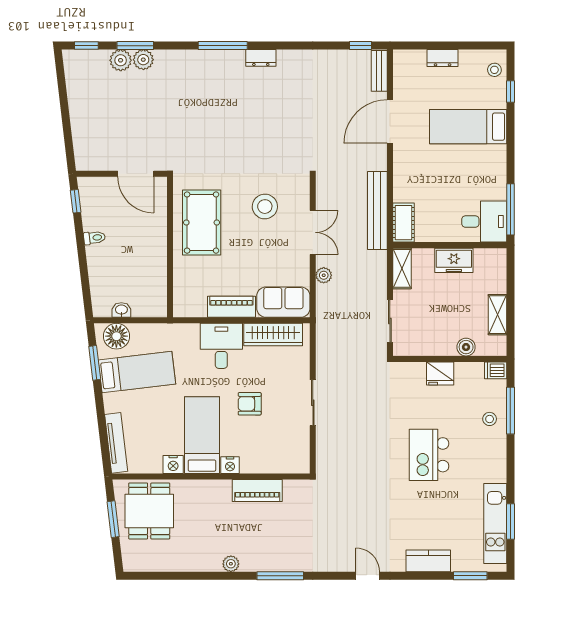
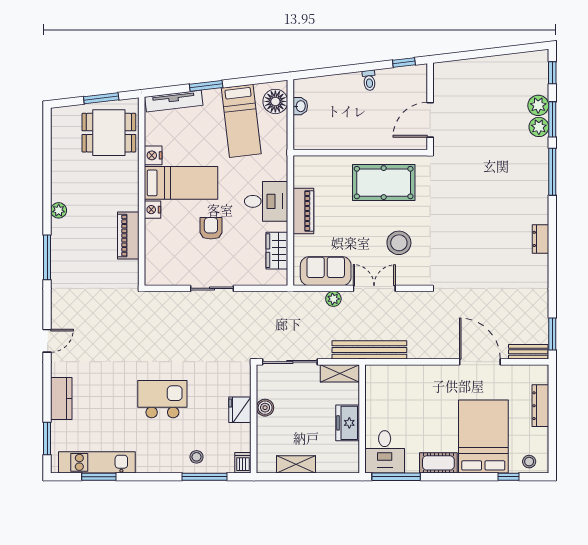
window: (223, 46) -> (552, 172), moved
window: (361, 46) -> (552, 334), width x1.50
dresser: (443, 58) -> (540, 406), width x1.44
bed: (468, 127) -> (483, 436), width x1.50
bench: (377, 210) -> (369, 350), moved
cot: (404, 223) -> (438, 463), moved
double door: (313, 232) -> (374, 288), swing flipped
sofa: (283, 302) -> (326, 271), moved, turned -90
sliding door: (390, 321) -> (290, 362), width x1.37
wardrobe: (273, 335) -> (277, 251), width x0.67
boiler: (466, 347) -> (265, 408), moved
window: (95, 363) -> (206, 86), moved

